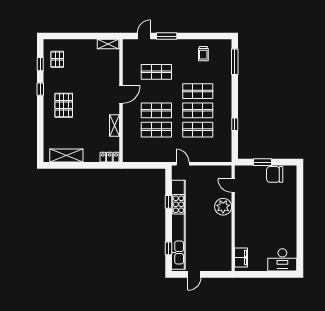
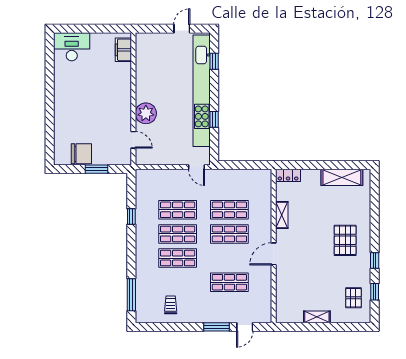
shelving: (108, 44) -> (317, 317), moved

